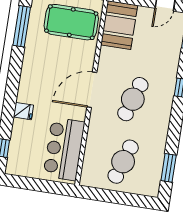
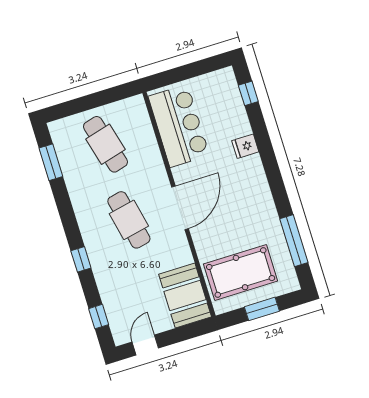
cafe table: (133, 99) -> (129, 220), turned -30
cafe table: (123, 162) -> (105, 144), turned -33

